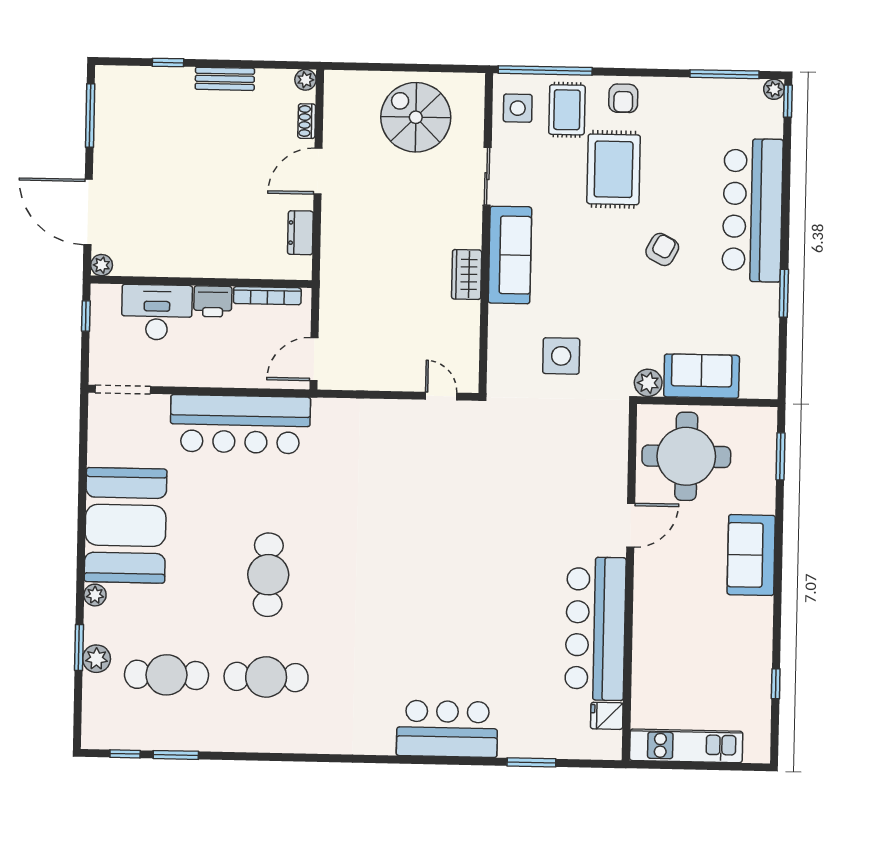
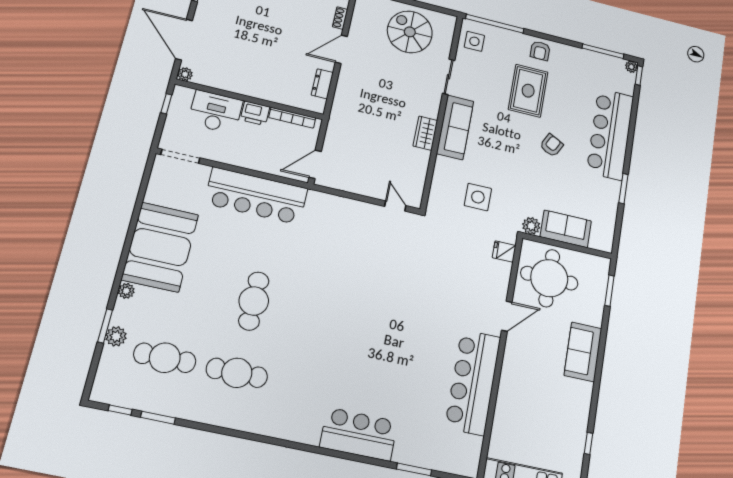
rug: (567, 110) -> (505, 49), removed
fridge: (607, 716) -> (504, 251), moved

